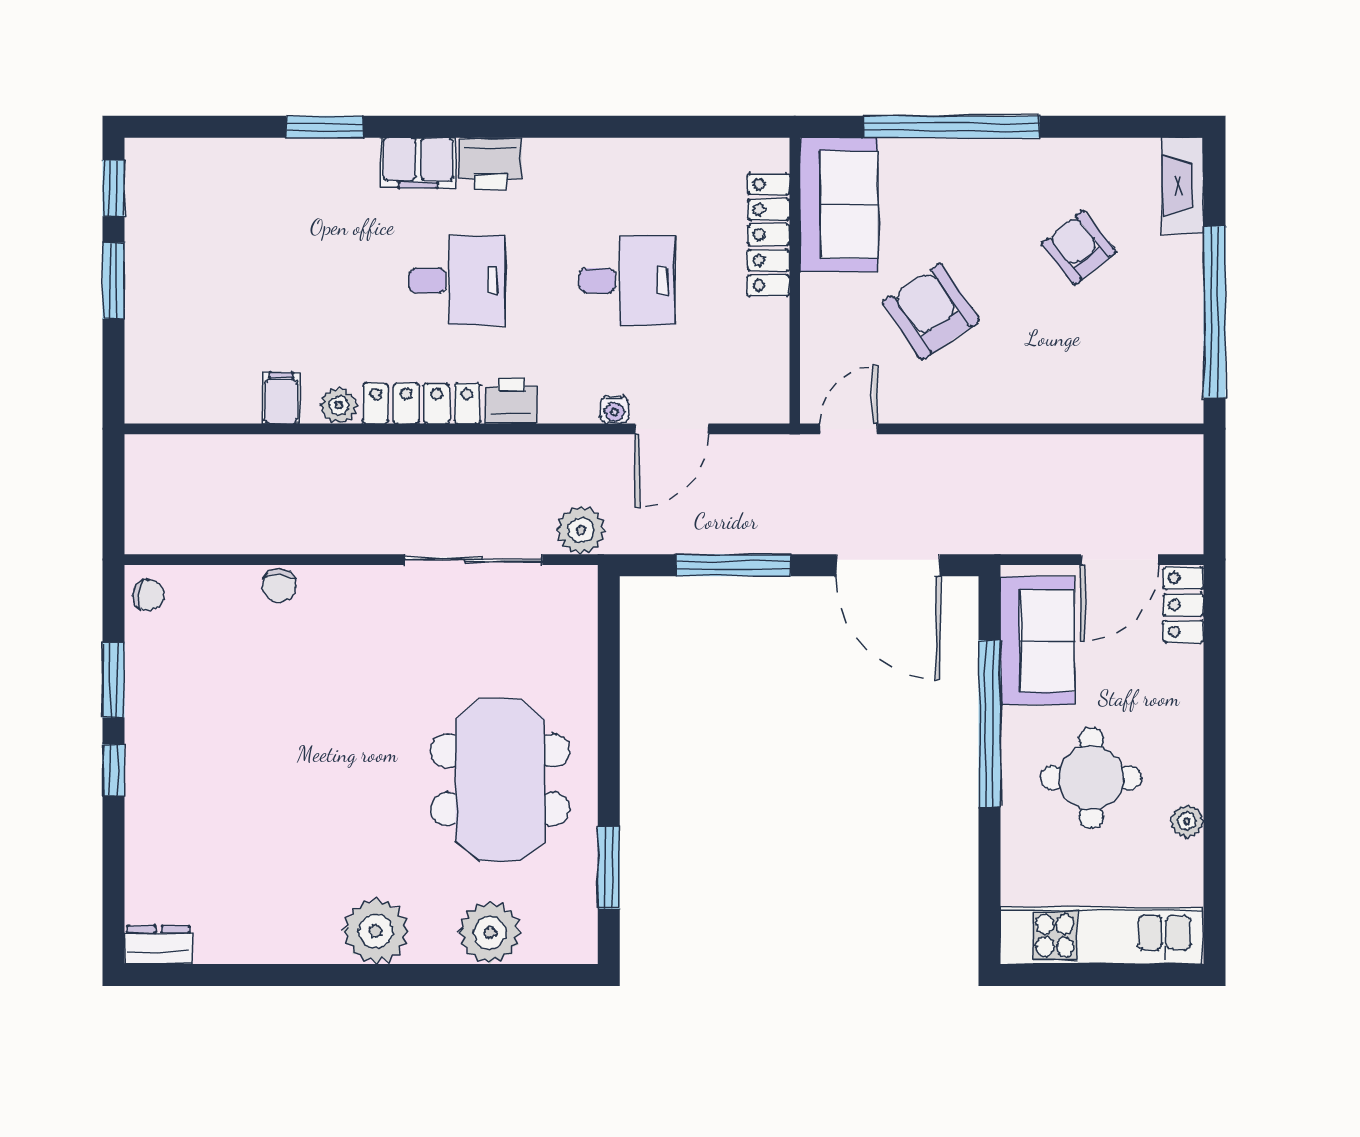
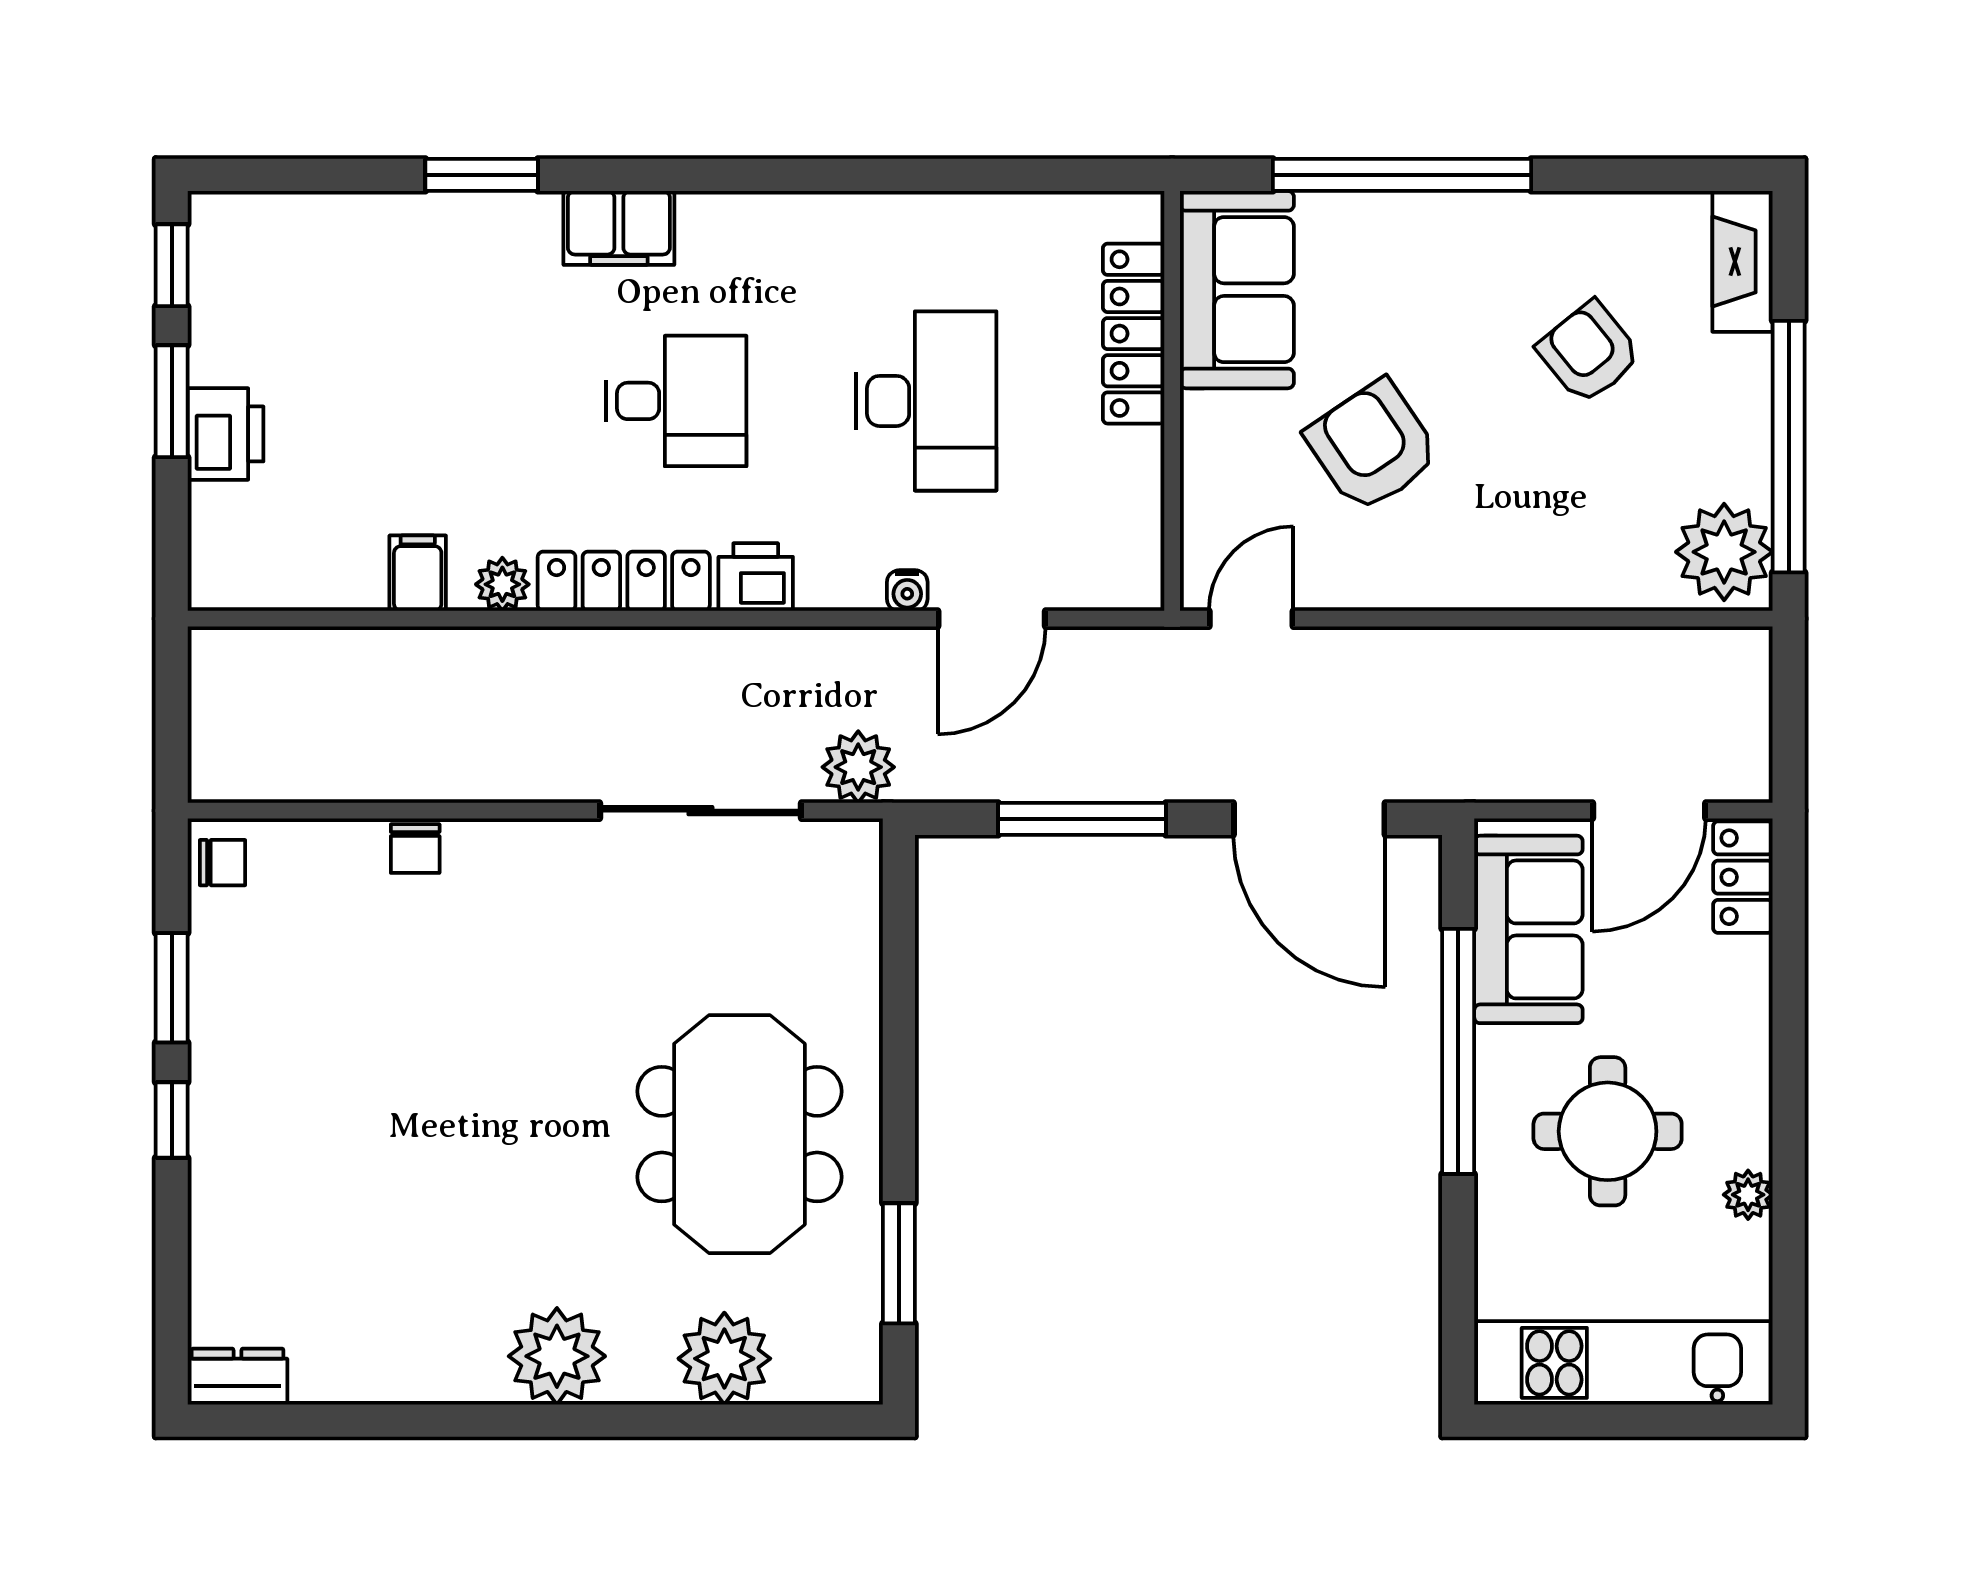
printer: (490, 163) -> (226, 434), moved, turned -90
desk: (627, 281) -> (926, 401), width x1.37
plant: (1171, 383) -> (1724, 552), added

